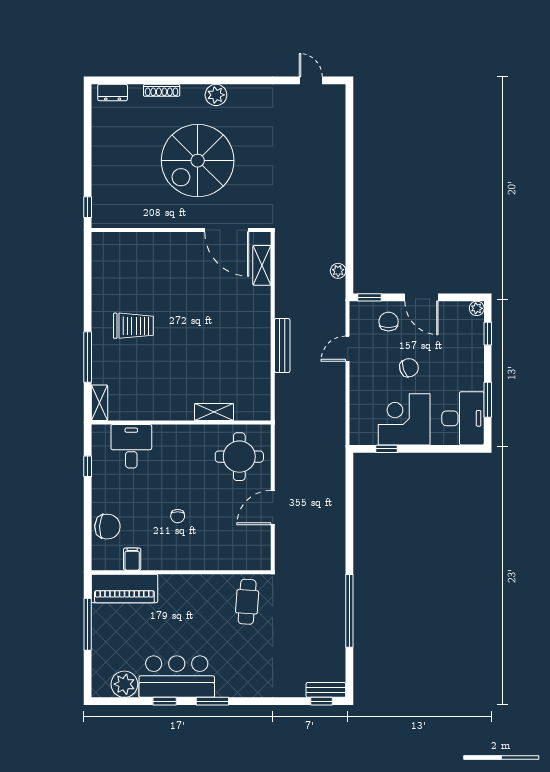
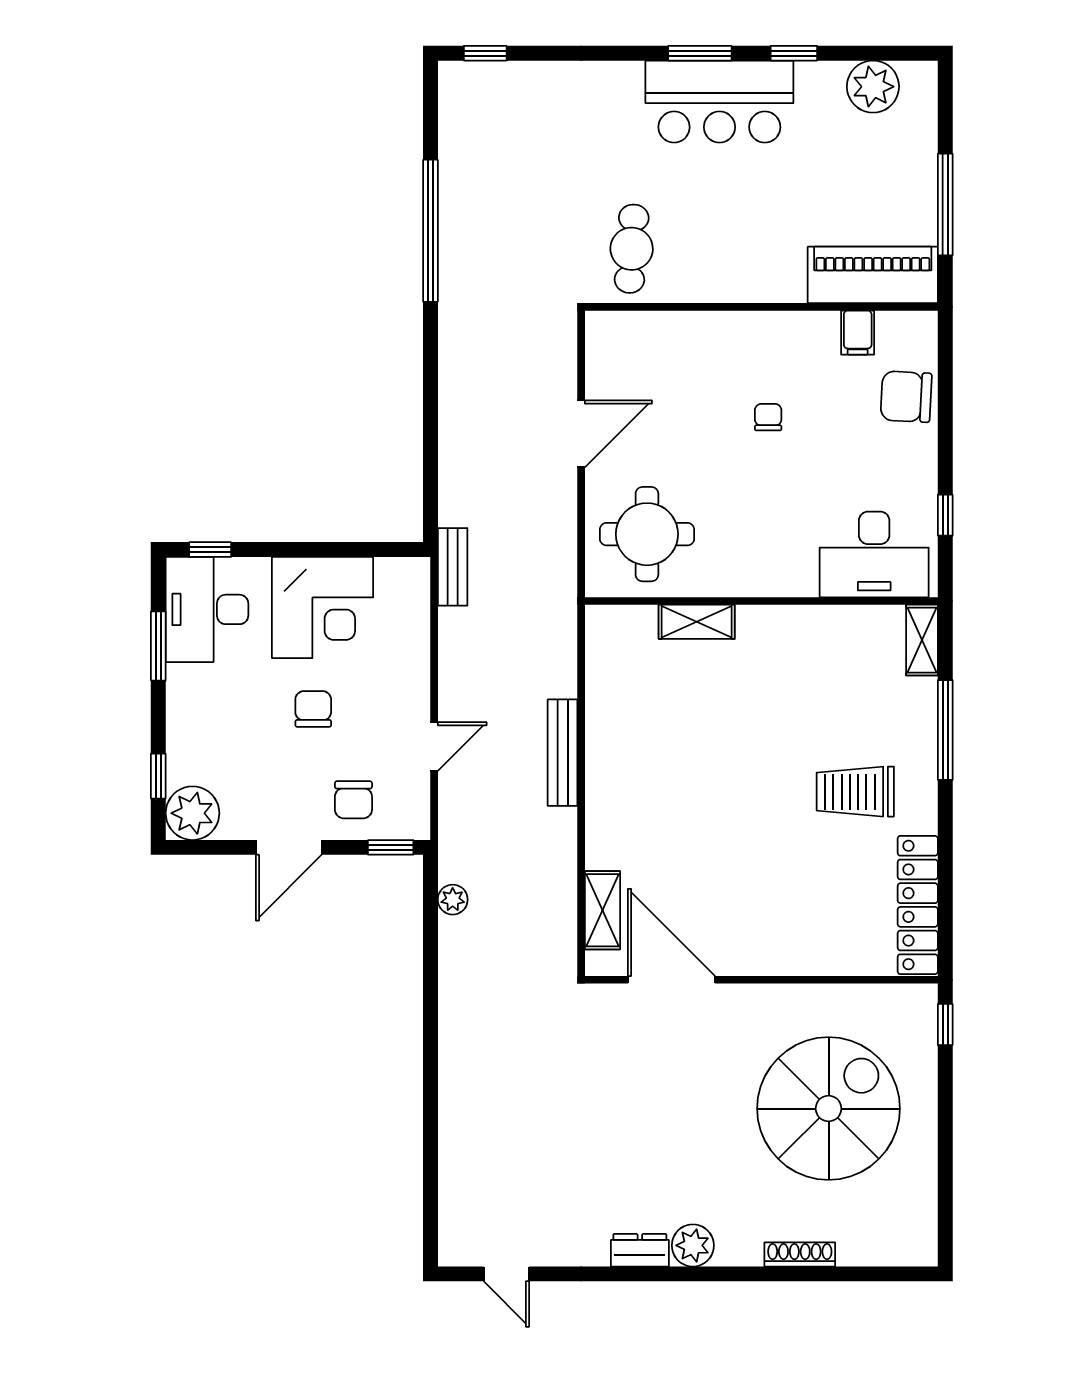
dresser: (113, 92) -> (640, 1250), moved
spiral stairs: (198, 161) -> (829, 1109), moved
locker: (102, 268) -> (918, 905), added
door: (421, 297) -> (289, 847), swing flipped
plant: (477, 308) -> (192, 813), width x1.88, depth x1.88
chair: (409, 368) -> (313, 709), turned 110
desk: (131, 446) -> (874, 554), width x1.37
window: (387, 449) -> (210, 550), moved
bar counter: (177, 677) -> (719, 102), moved
bench: (326, 690) -> (453, 567), moved, turned 90

